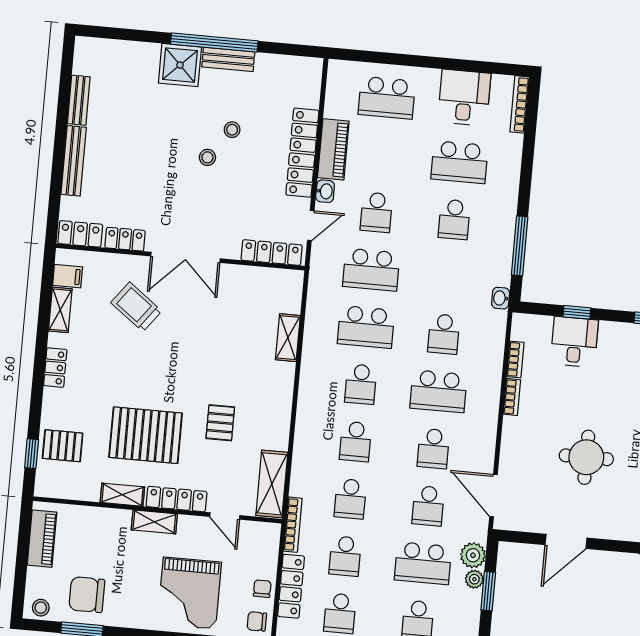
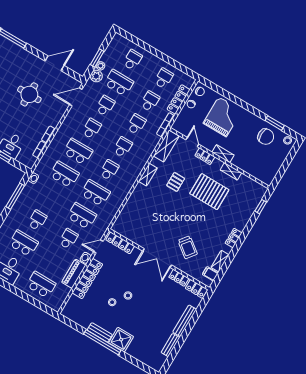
double door: (185, 257) -> (157, 258), swing flipped
school desk: (444, 334) -> (64, 174), width x1.85
shelving: (288, 338) -> (148, 175), moved
pallet: (63, 446) -> (246, 204), removed
door: (493, 496) -> (76, 97), swing flipped
locker: (177, 499) -> (205, 156), width x0.66
piano: (42, 539) -> (273, 169), removed

